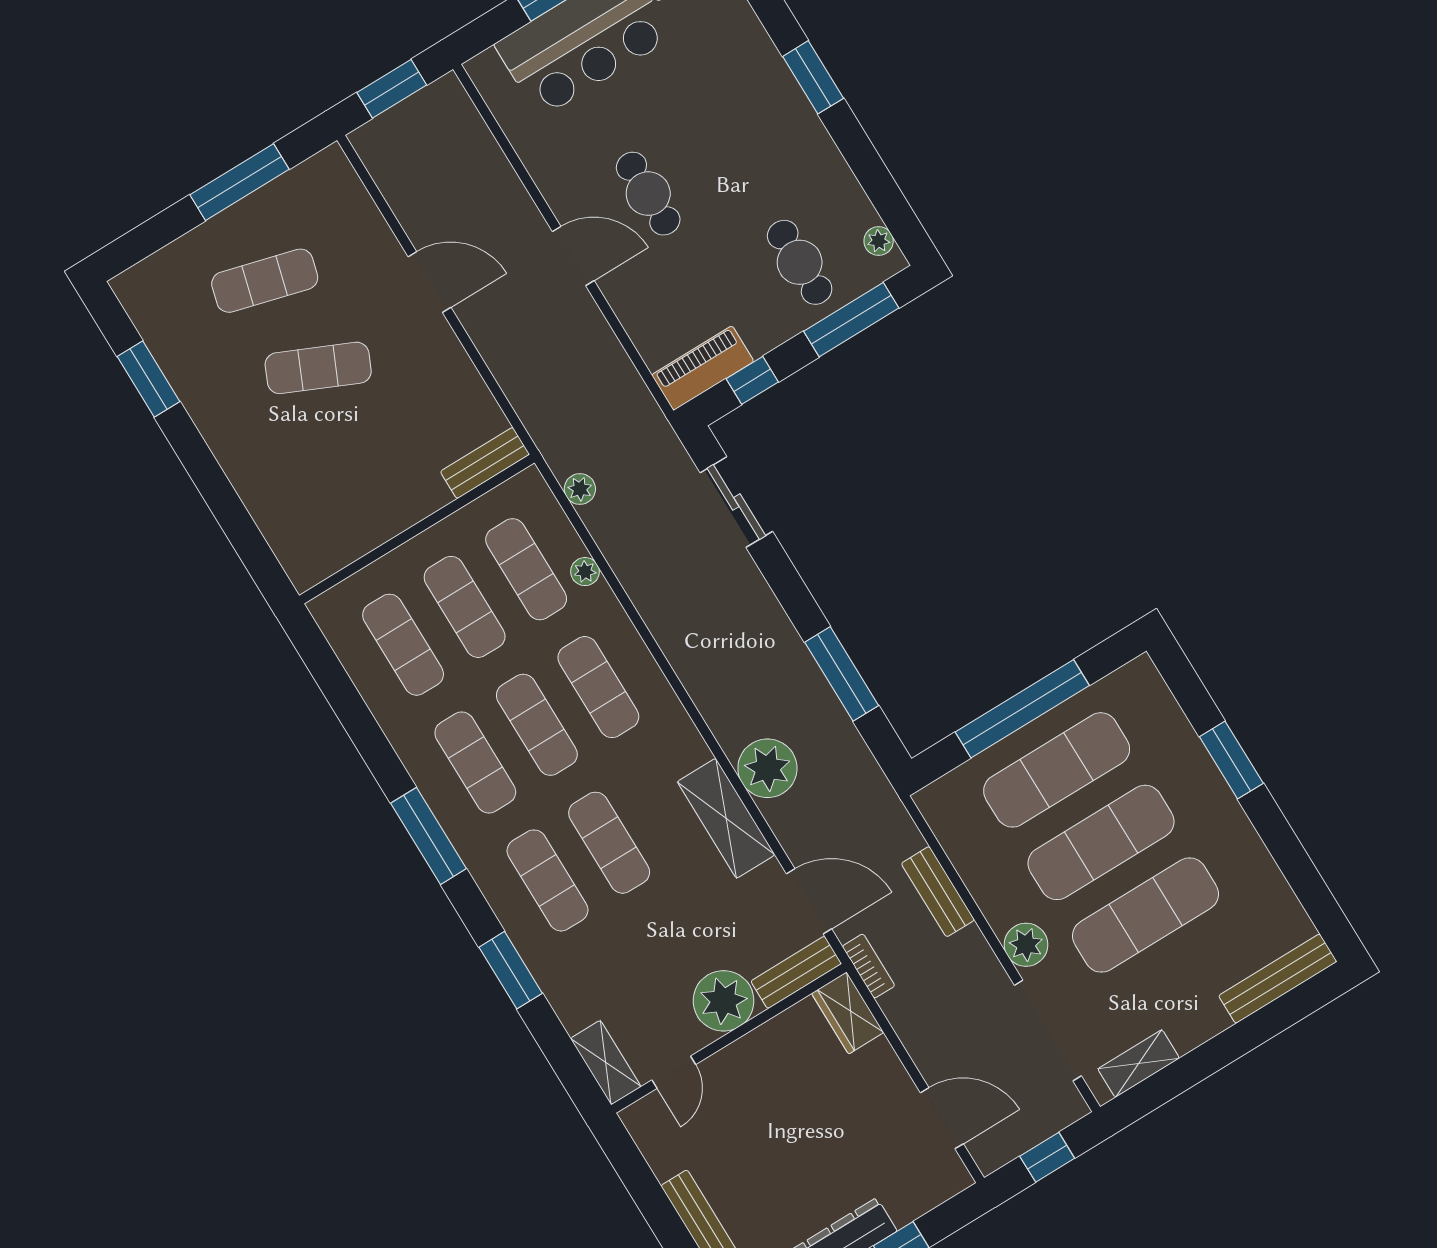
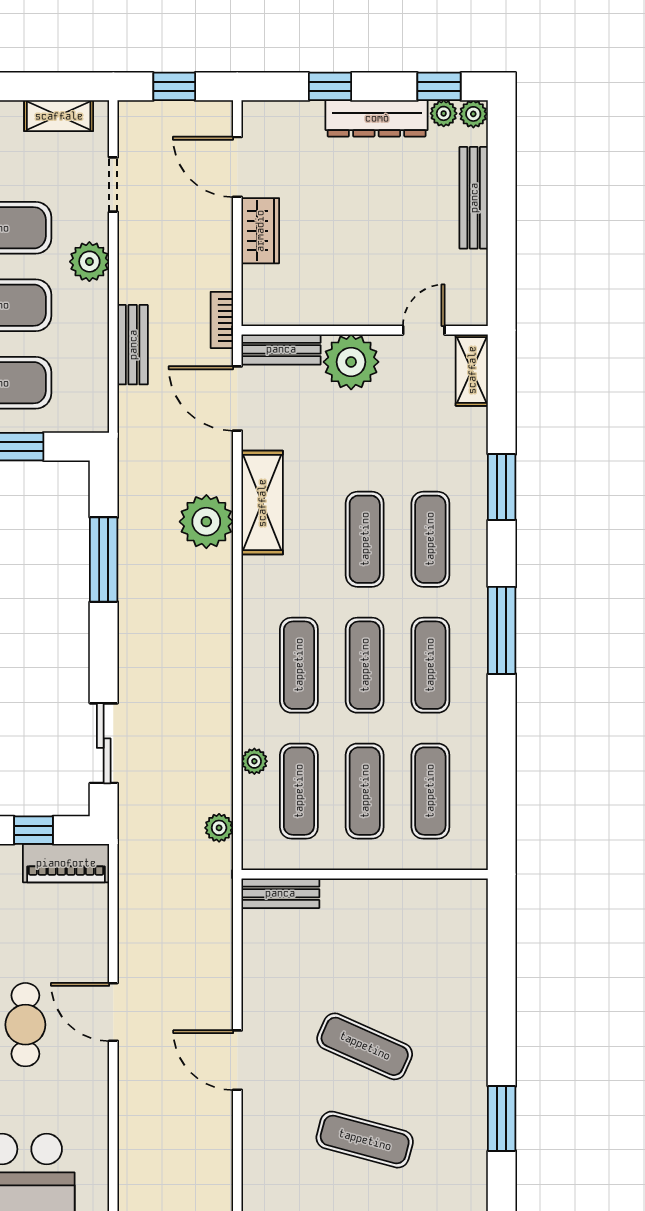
wardrobe: (848, 1013) -> (260, 231), moved
doorway: (1048, 1031) -> (113, 185), width x0.53

